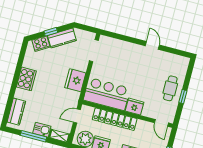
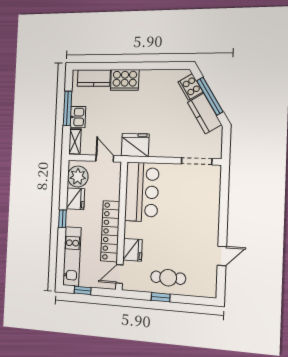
window: (51, 32) -> (210, 96), width x2.17
door: (152, 45) -> (222, 256), moved
cooker: (26, 79) -> (125, 80), moved
fridge: (75, 80) -> (135, 145), moved
fridge: (135, 107) -> (133, 250), moved
locker: (115, 119) -> (110, 231), moved

